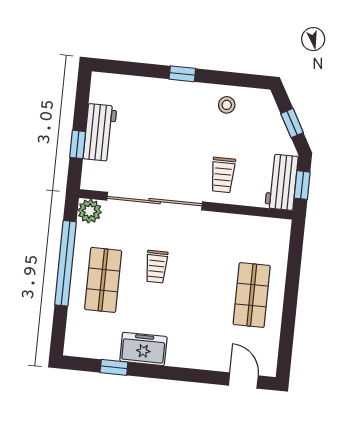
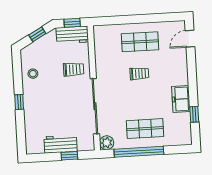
trolley: (156, 267) -> (139, 74), moved

